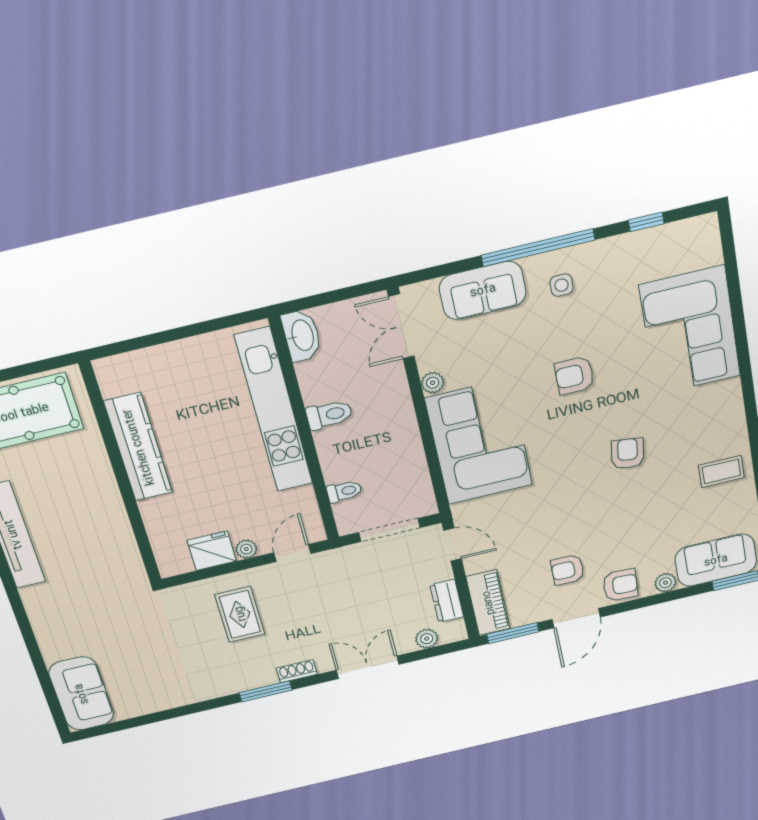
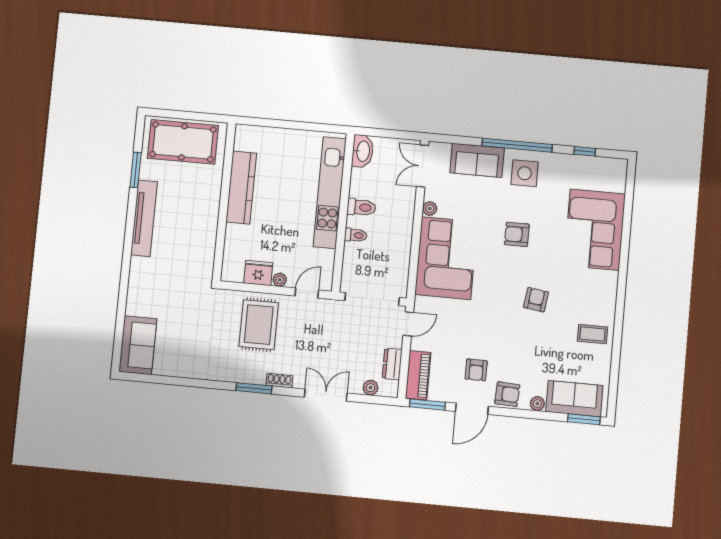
side table: (562, 285) -> (525, 173), width x1.87, depth x1.87
toilet: (344, 491) -> (356, 235), moved
doorway: (390, 530) -> (372, 299), width x1.36
door: (452, 544) -> (408, 324), hinge flipped
armchair: (568, 570) -> (476, 370), turned -90
rug: (240, 614) -> (259, 325), width x1.36, depth x1.43

